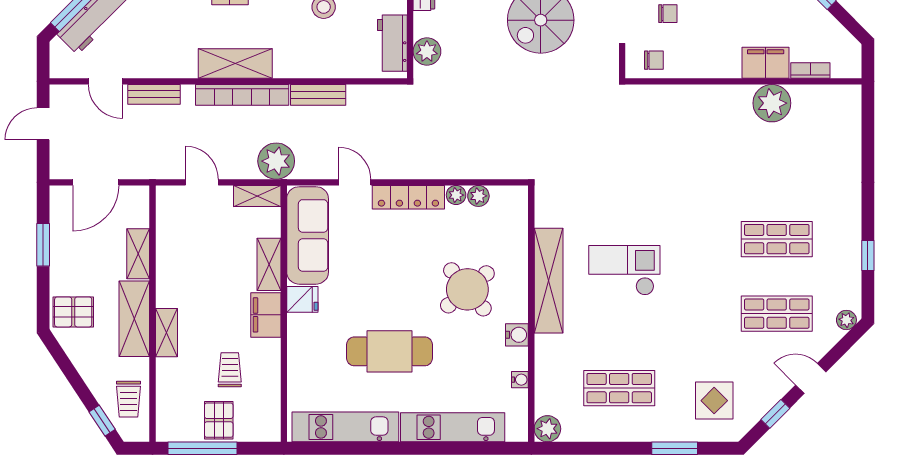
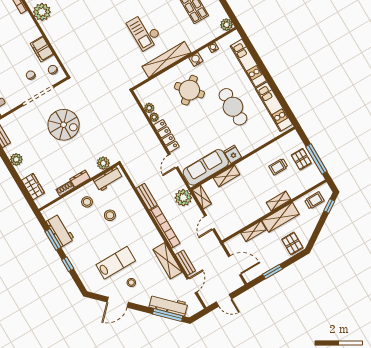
shelving: (235, 63) -> (168, 261), moved
filing cabinet: (766, 63) -> (42, 49), moved
filing cabinet: (266, 315) -> (248, 165), removed
pallet: (219, 420) -> (301, 159), turned 90

